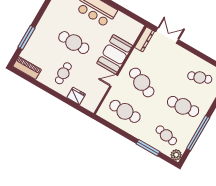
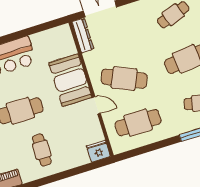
door: (114, 81) -> (96, 105), swing flipped
fridge: (76, 96) -> (98, 151), moved

